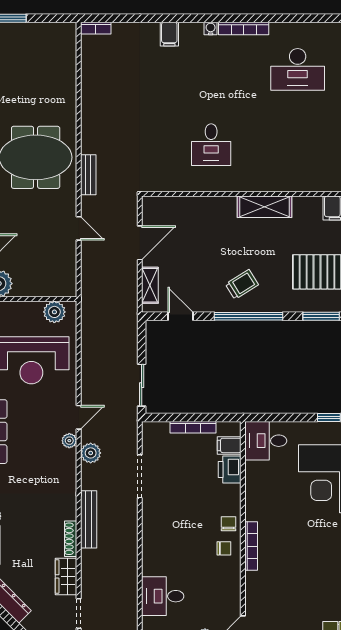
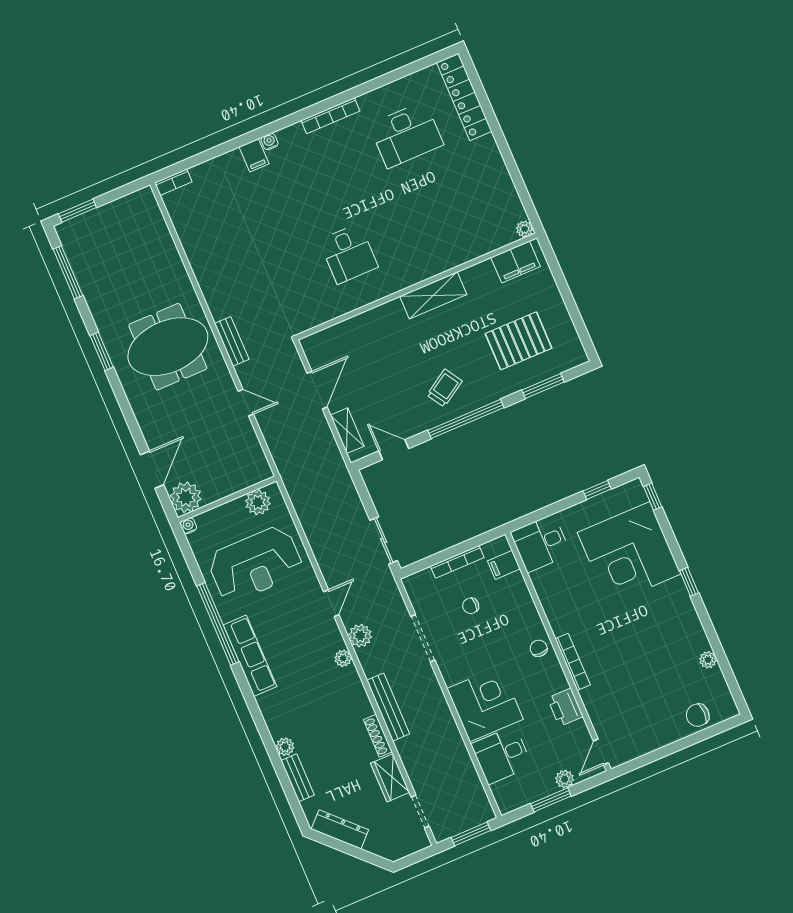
water cooler: (211, 28) -> (269, 142), moved
plant: (69, 441) -> (343, 658), moved
printer: (230, 469) -> (565, 707), moved
chair: (224, 548) -> (471, 606), moved, turned 180
corner desk: (167, 550) -> (485, 704), added

